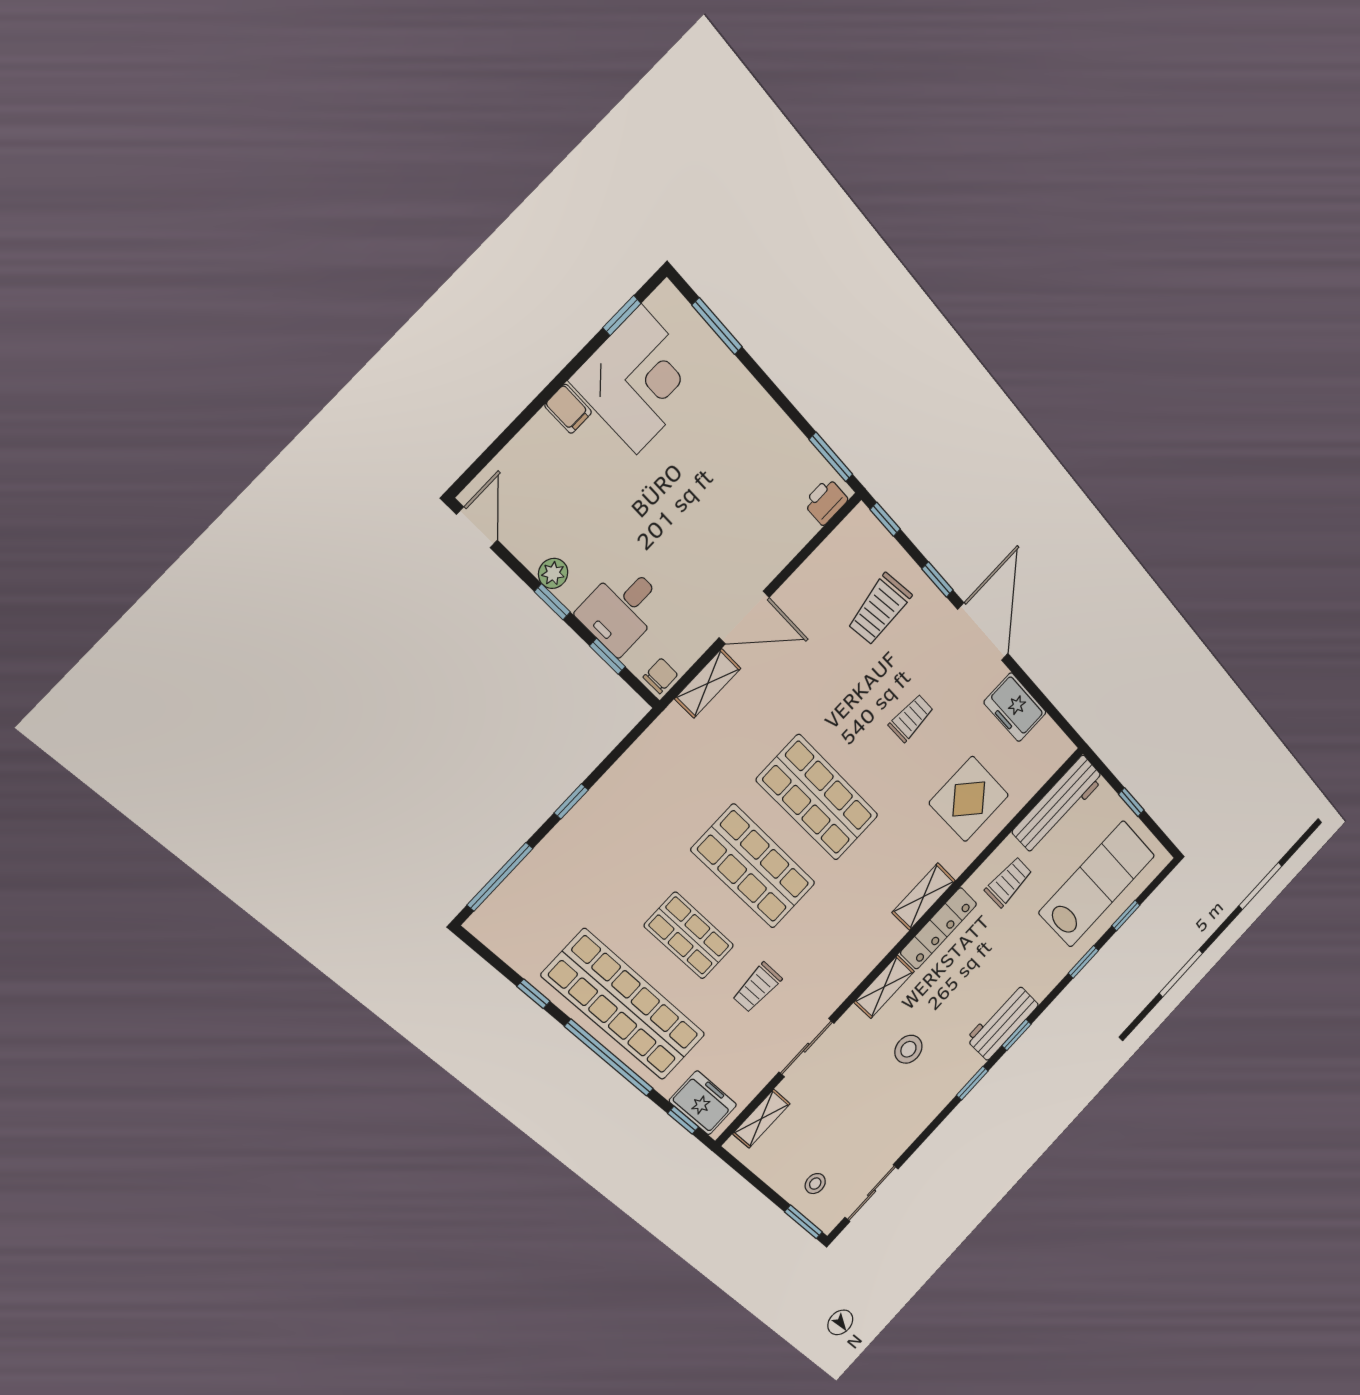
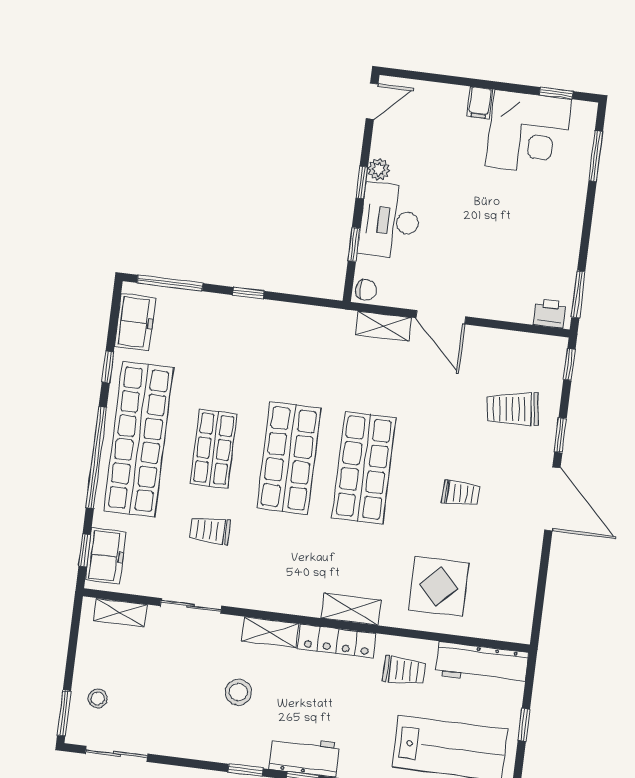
desk: (622, 609) -> (390, 221), width x1.37
door: (983, 632) -> (552, 499), hinge flipped
freezer: (1015, 707) -> (135, 322), moved, turned 180

